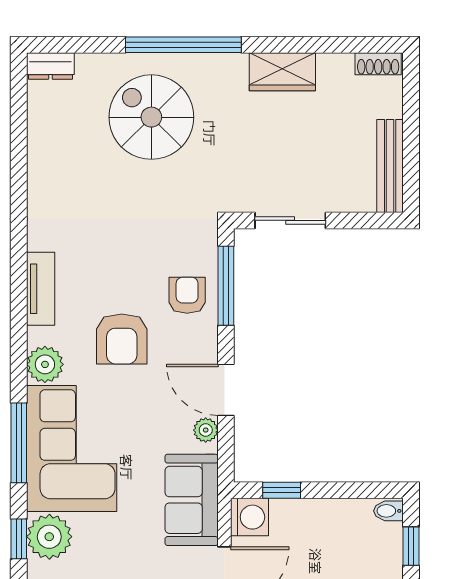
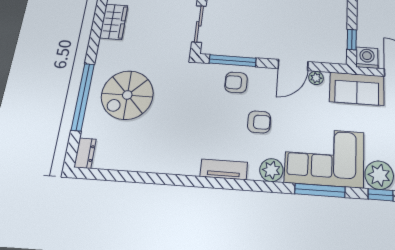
window: (183, 45) -> (83, 97), moved
armchair: (122, 339) -> (259, 122), width x0.72, depth x0.72

